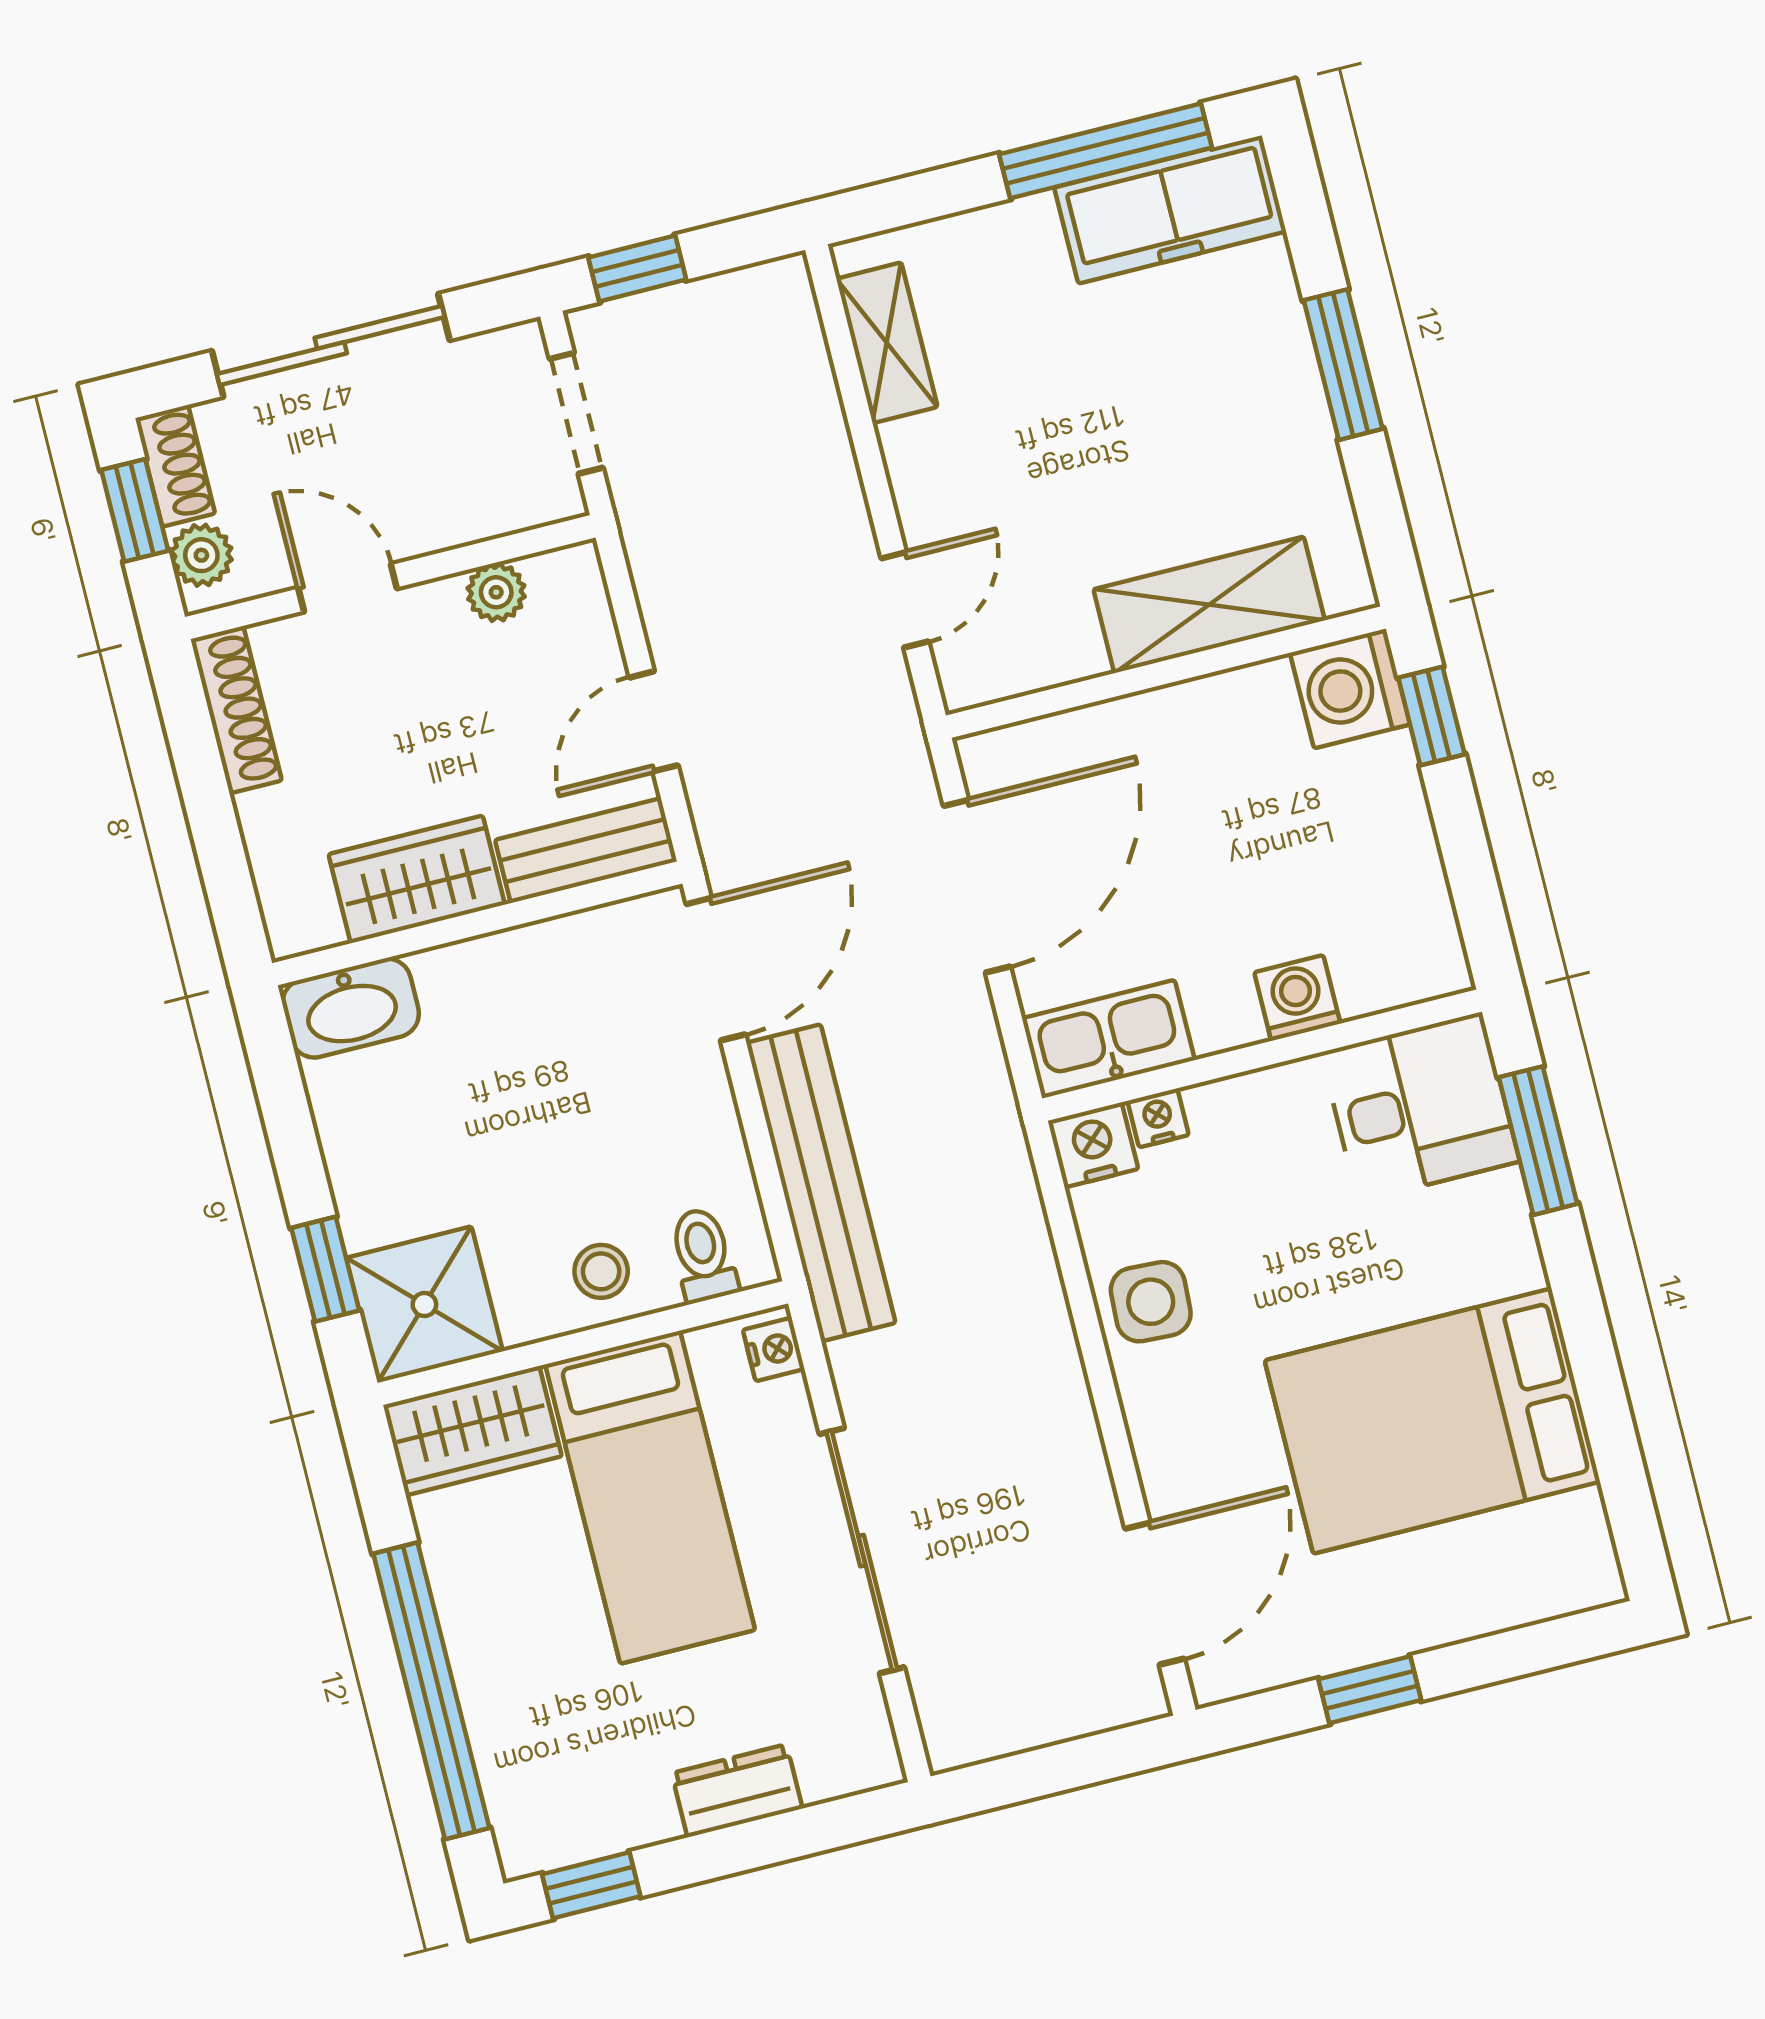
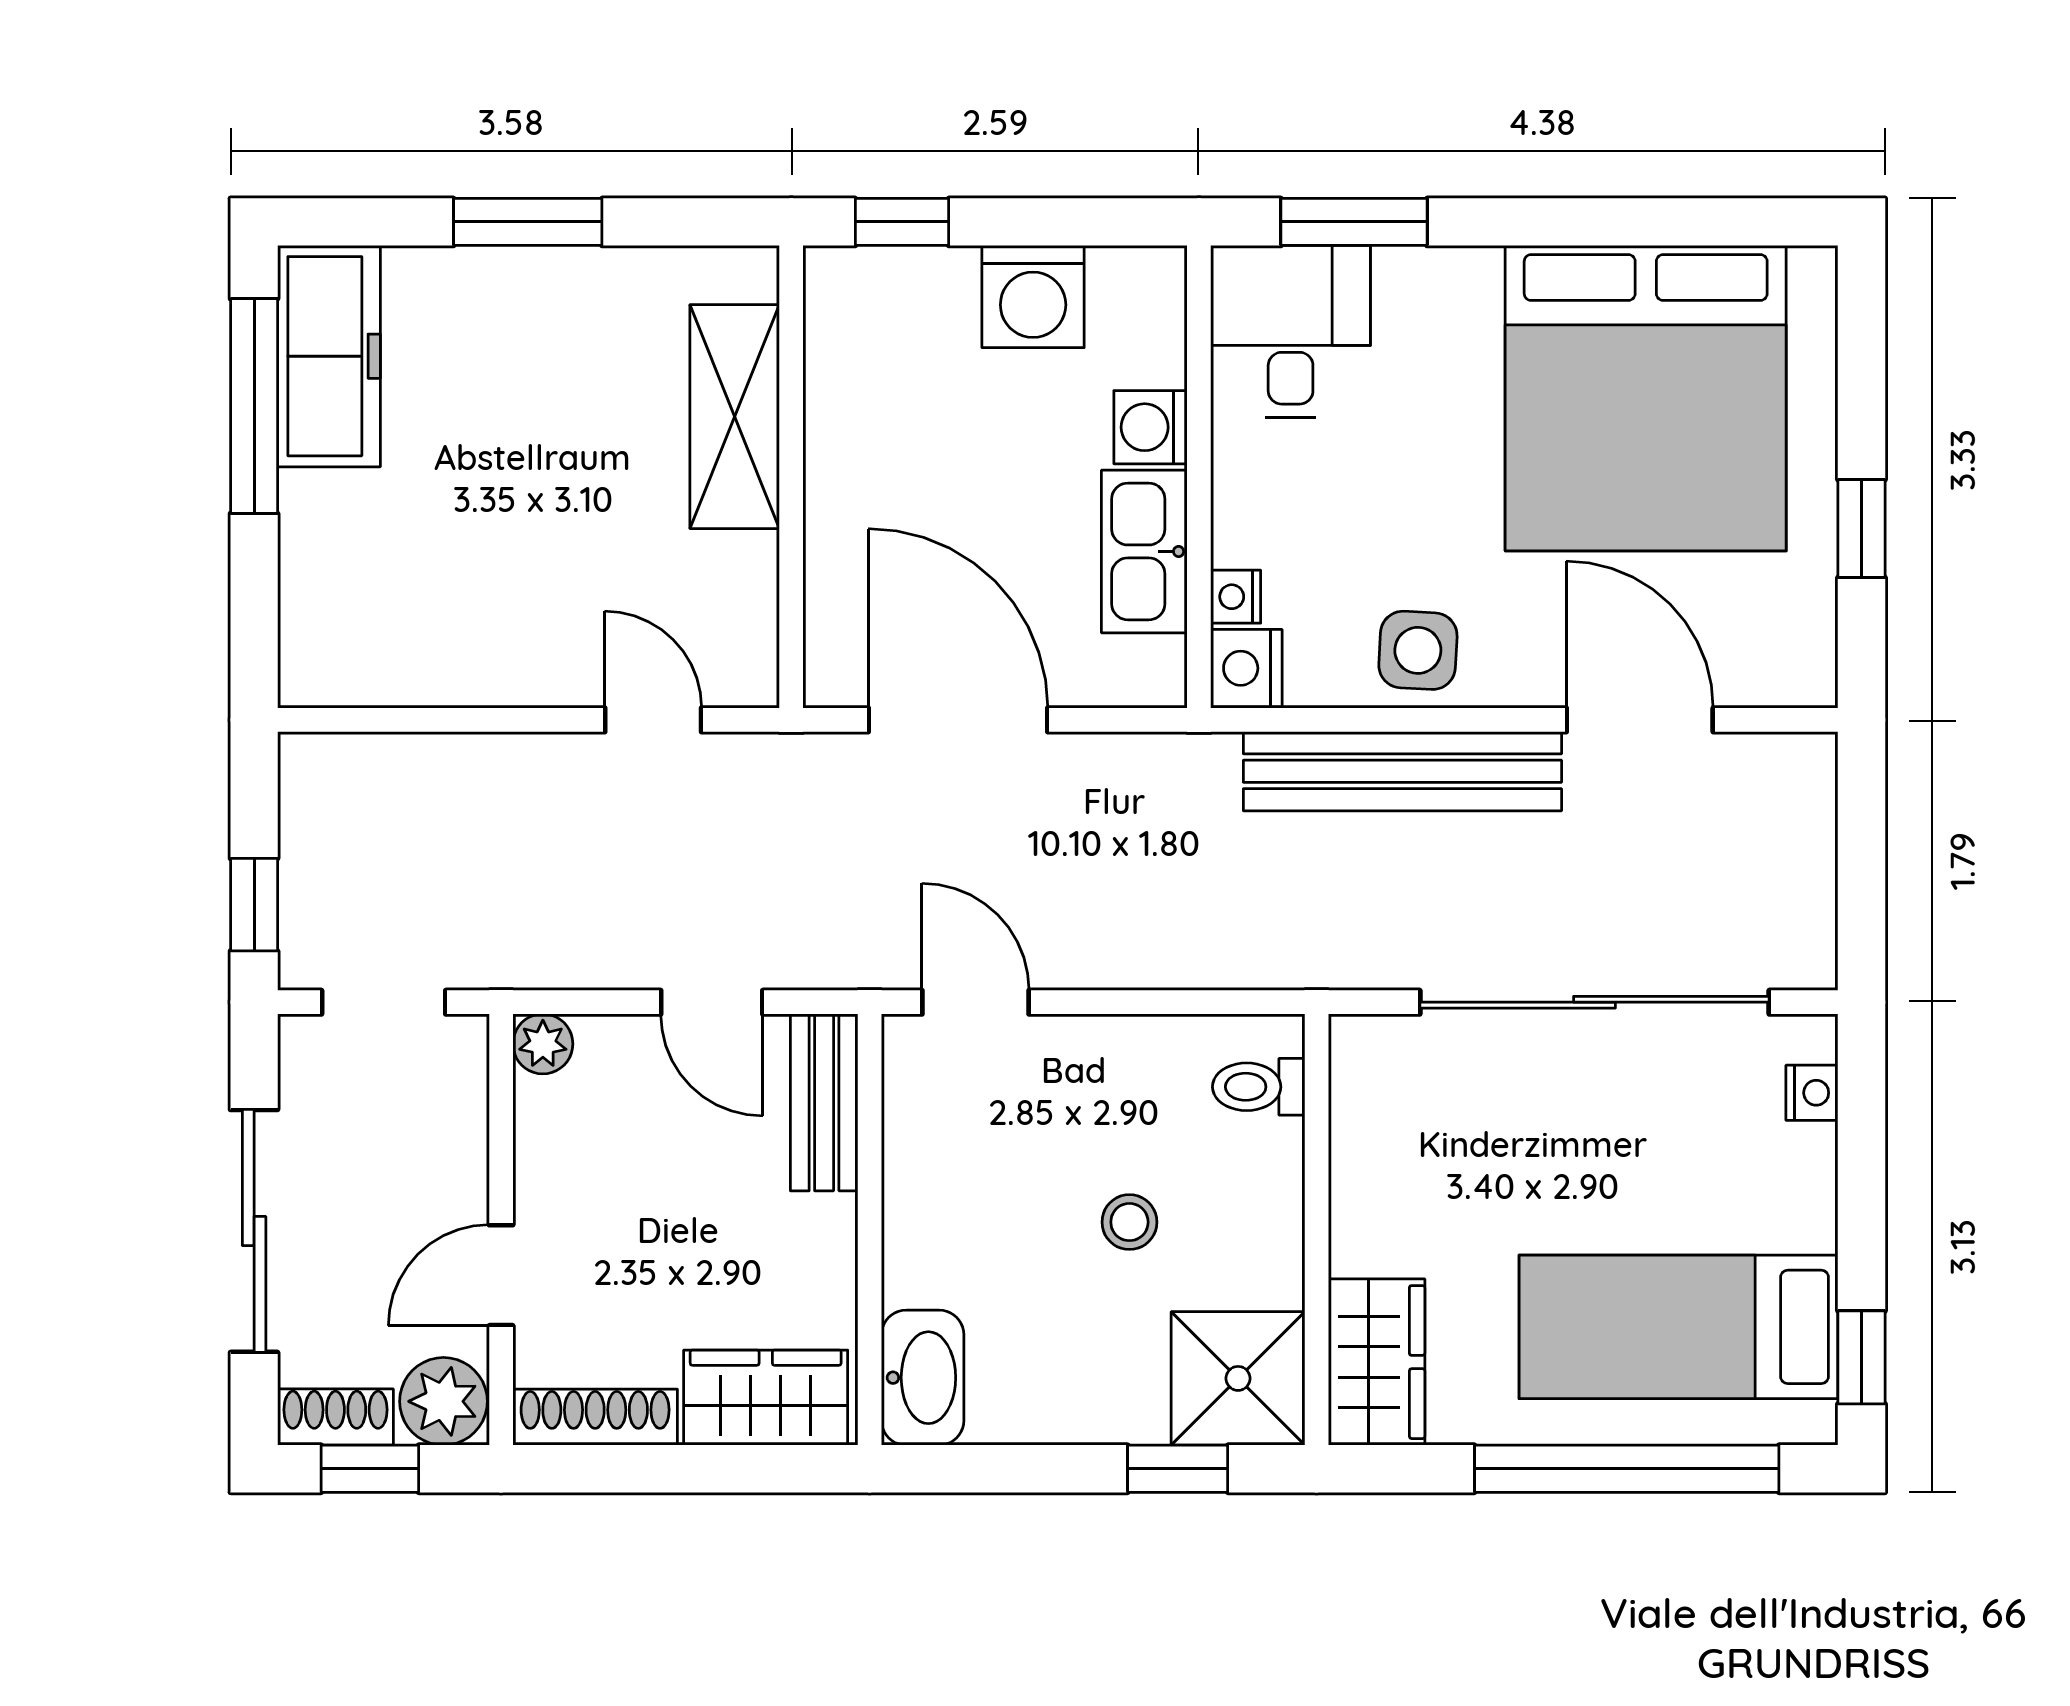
shelving: (887, 343) -> (391, 673), removed
plant: (201, 555) -> (443, 1401), width x1.38, depth x1.38
plant: (496, 592) -> (543, 1044), moved
washing machine: (1350, 689) -> (1033, 297), moved
wardrobe: (417, 879) -> (766, 1398), moved, turned 90
door: (716, 969) -> (975, 1002), width x0.73
kitchen sink: (1108, 1039) -> (1144, 551), moved
bench: (821, 1183) -> (1402, 771), moved
stool: (601, 1271) -> (1129, 1222), moved
nightstand: (774, 1349) -> (1812, 1093), moved, turned 90
bed: (1432, 1421) -> (1646, 398), width x1.36
bed: (650, 1497) -> (1679, 1327), moved, turned 180
sliding door: (862, 1551) -> (1594, 1002), width x1.36
door: (1155, 1594) -> (1640, 720), moved
dresser: (737, 1791) -> (1804, 1188), removed

